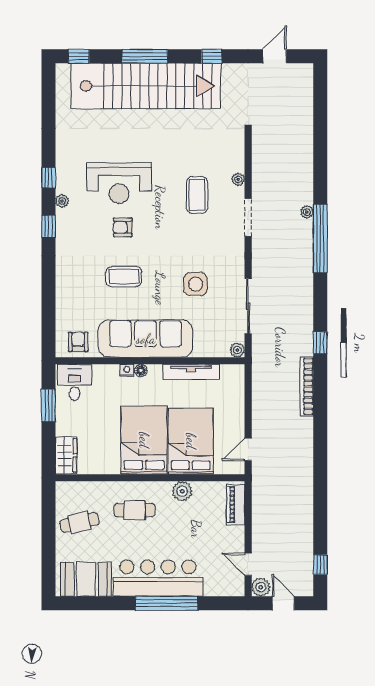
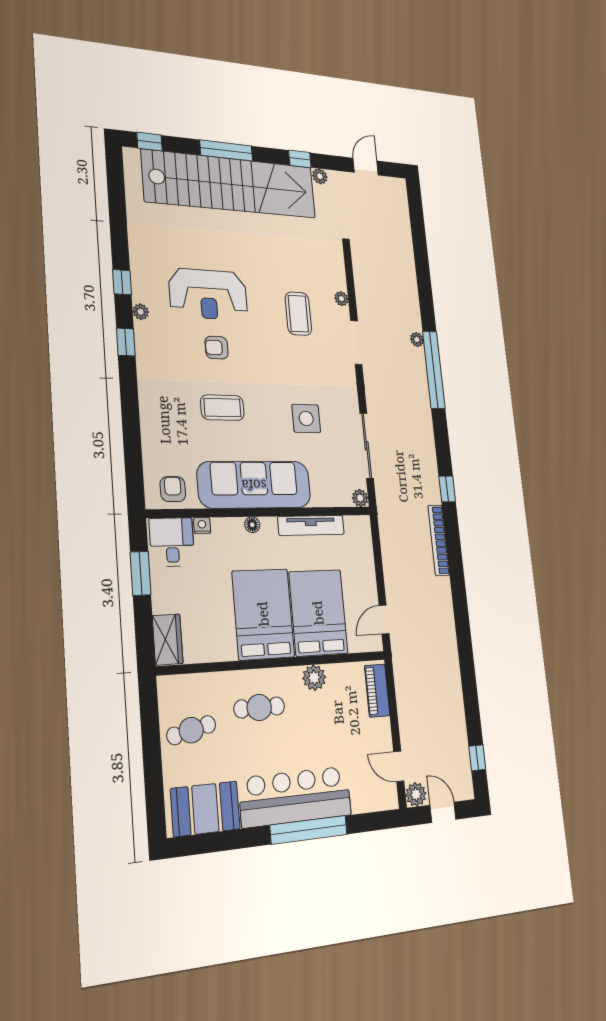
plant: (229, 70) -> (320, 176), added
nightstand: (127, 370) -> (202, 526), moved

